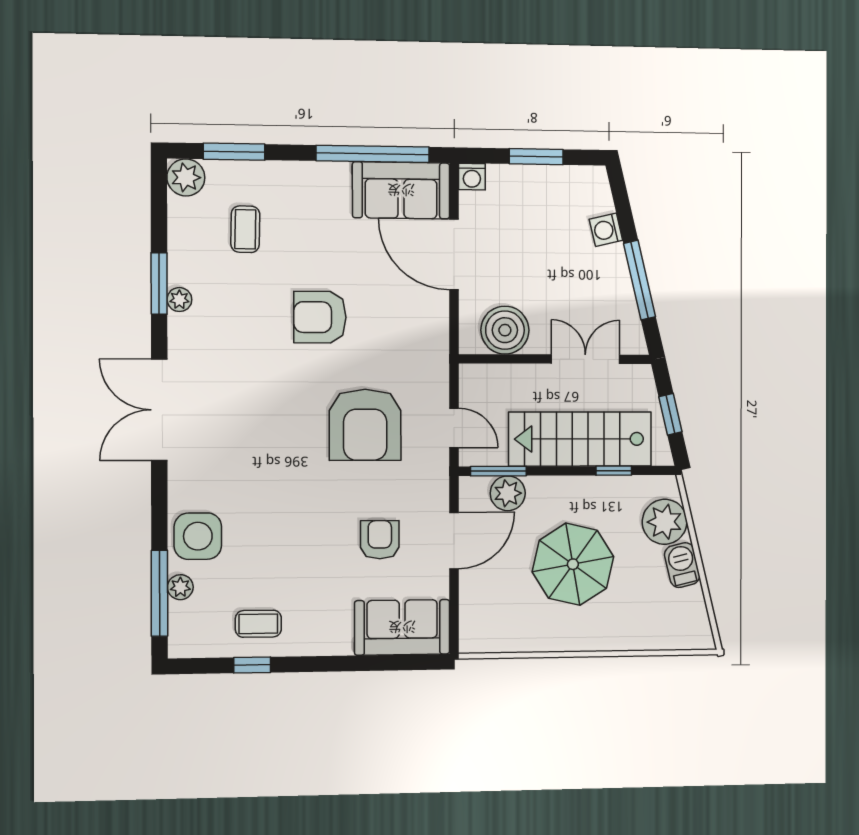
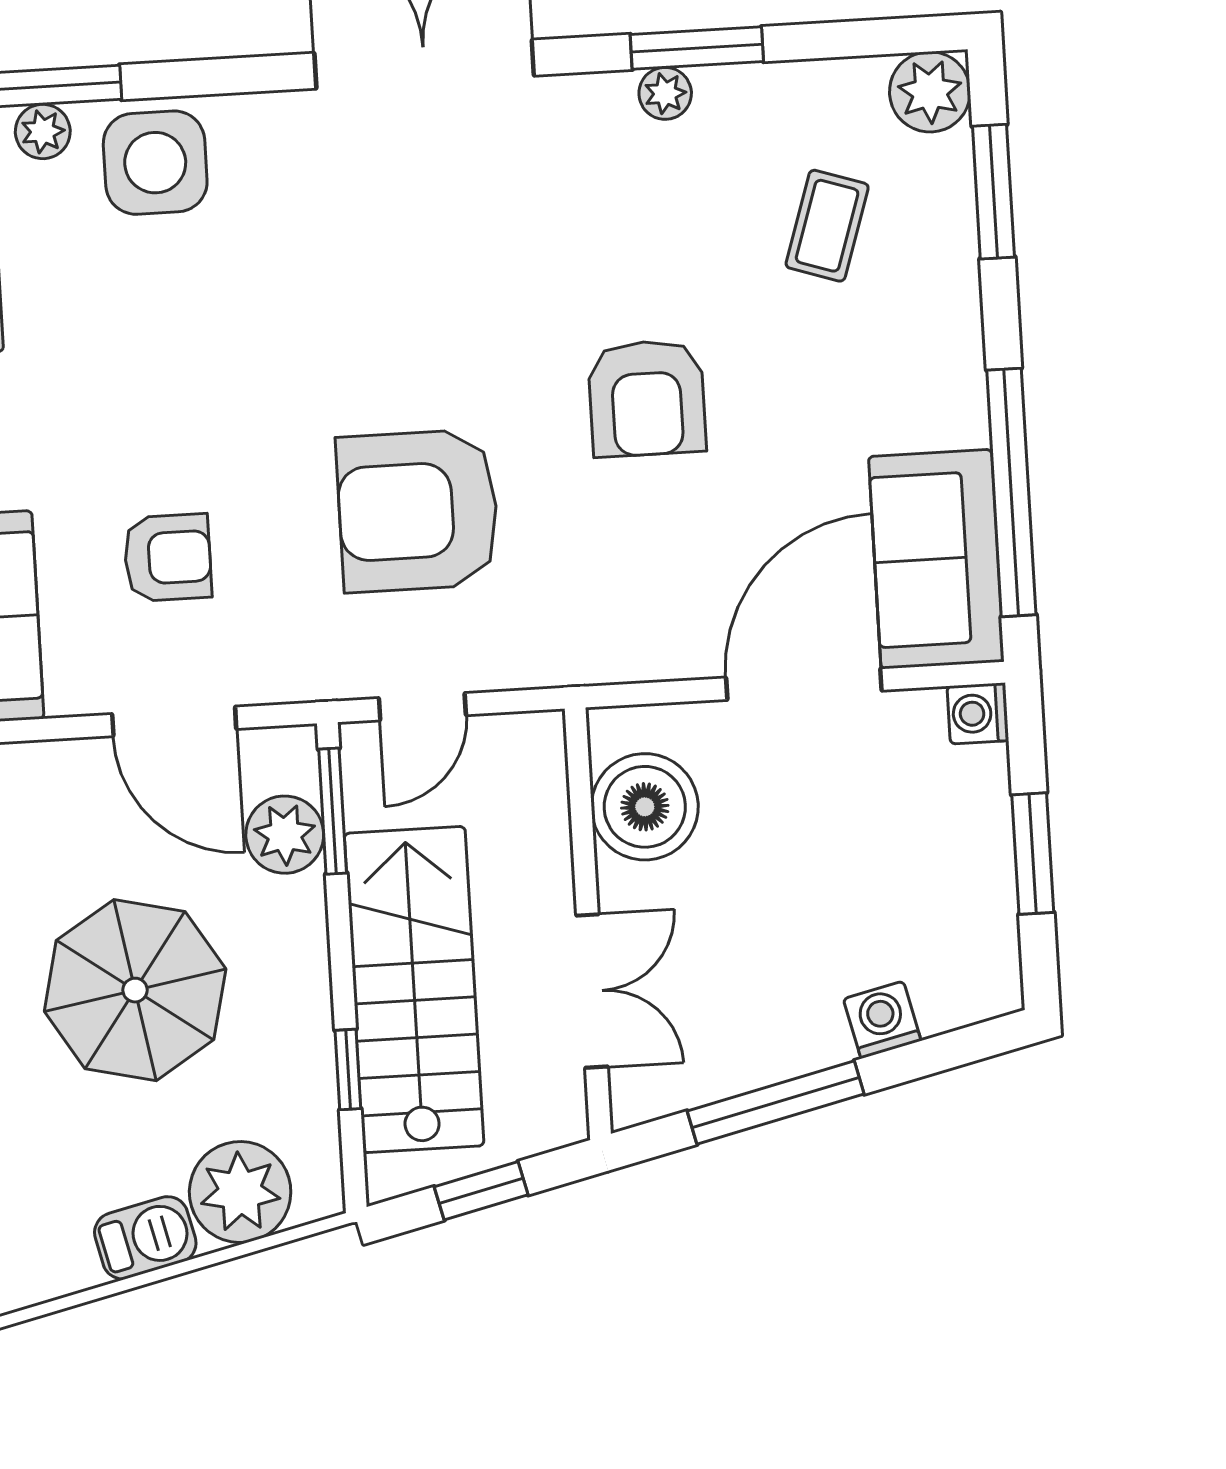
coffee table: (245, 229) -> (827, 226), turned -73
armchair: (320, 317) -> (647, 398), turned 180

